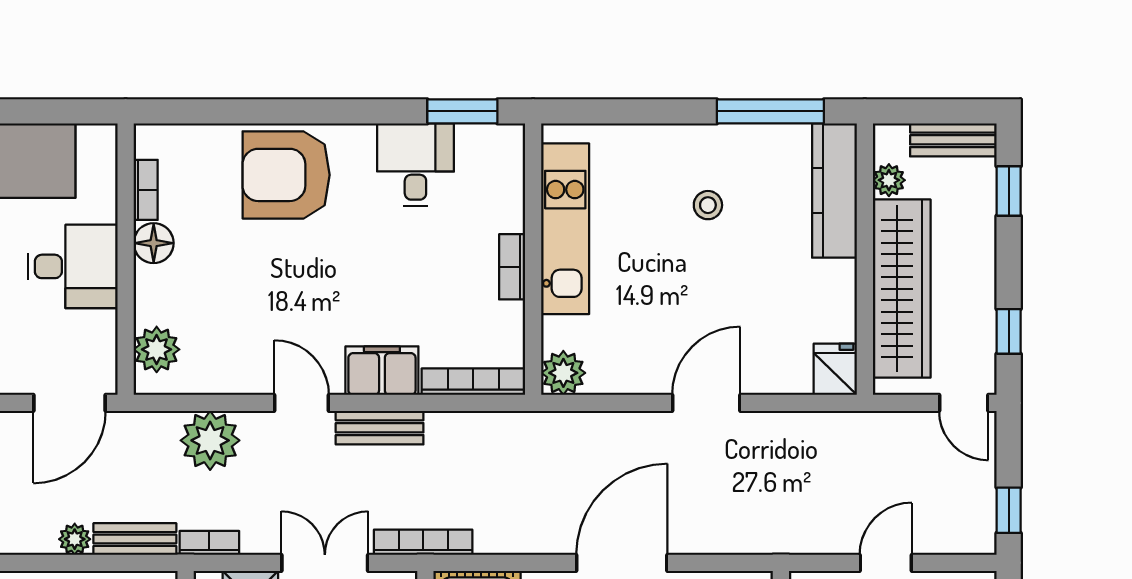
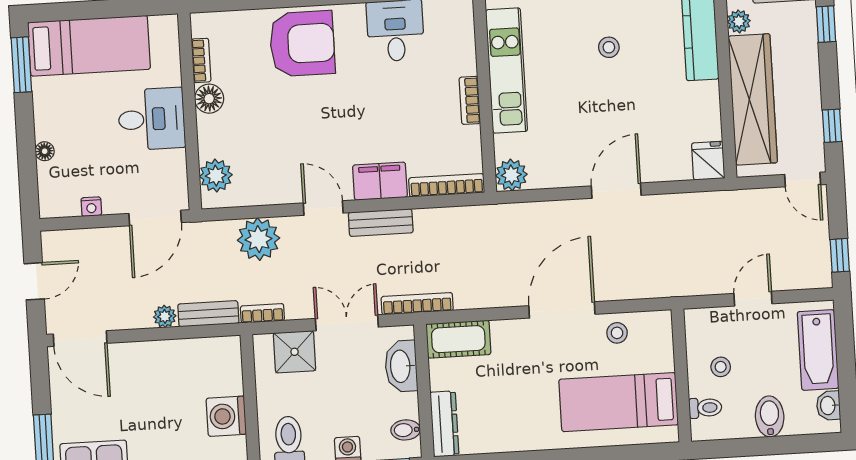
armchair: (286, 175) -> (302, 44), turned 180

